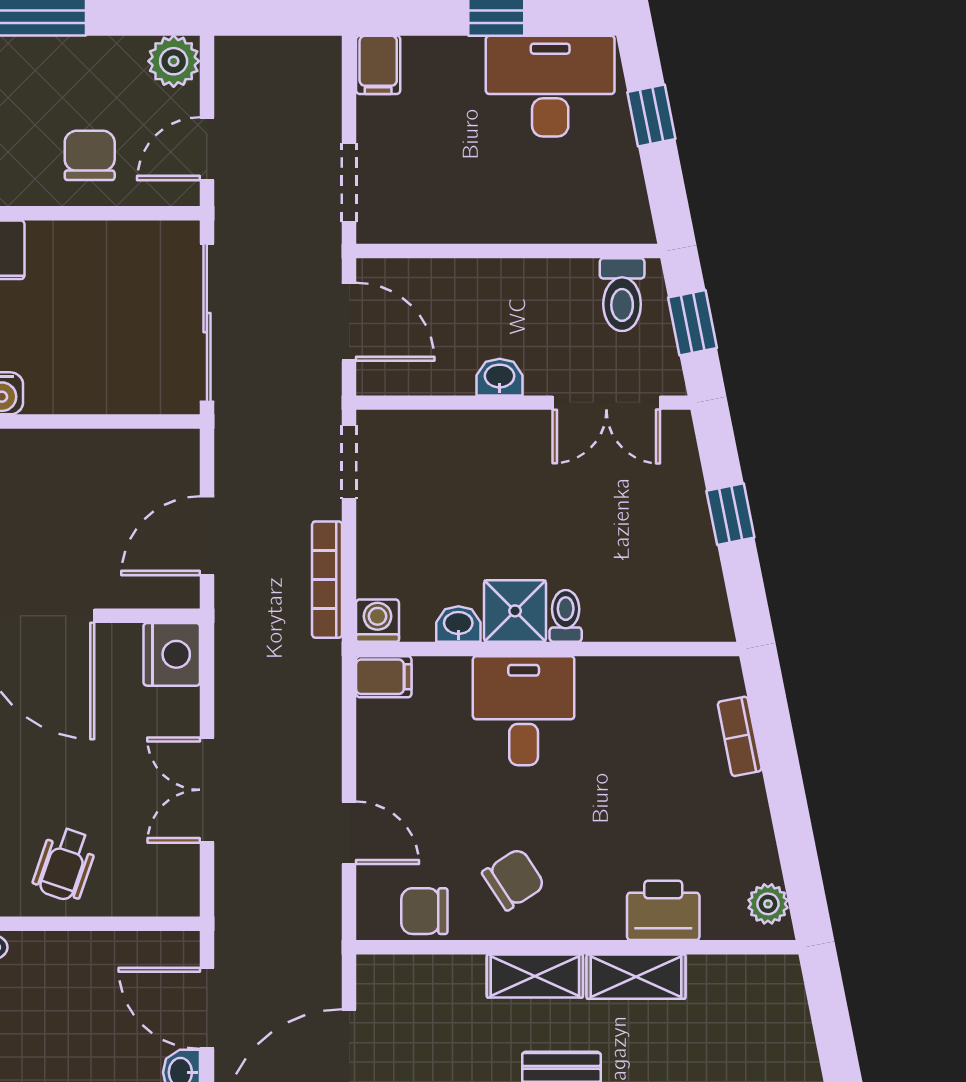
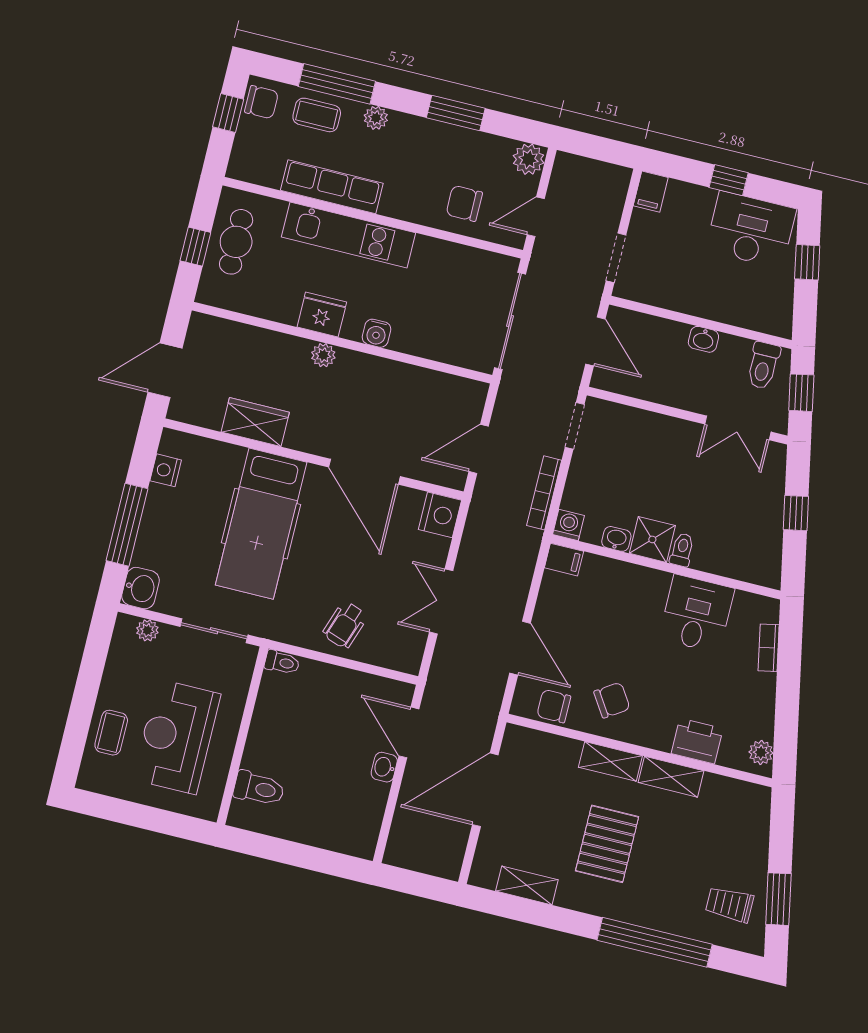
chair: (90, 155) -> (464, 203), turned -90
washbasin: (500, 377) -> (703, 339), moved, turned 180
desk: (524, 711) -> (697, 614), moved
door: (349, 833) -> (520, 648), width x1.38

